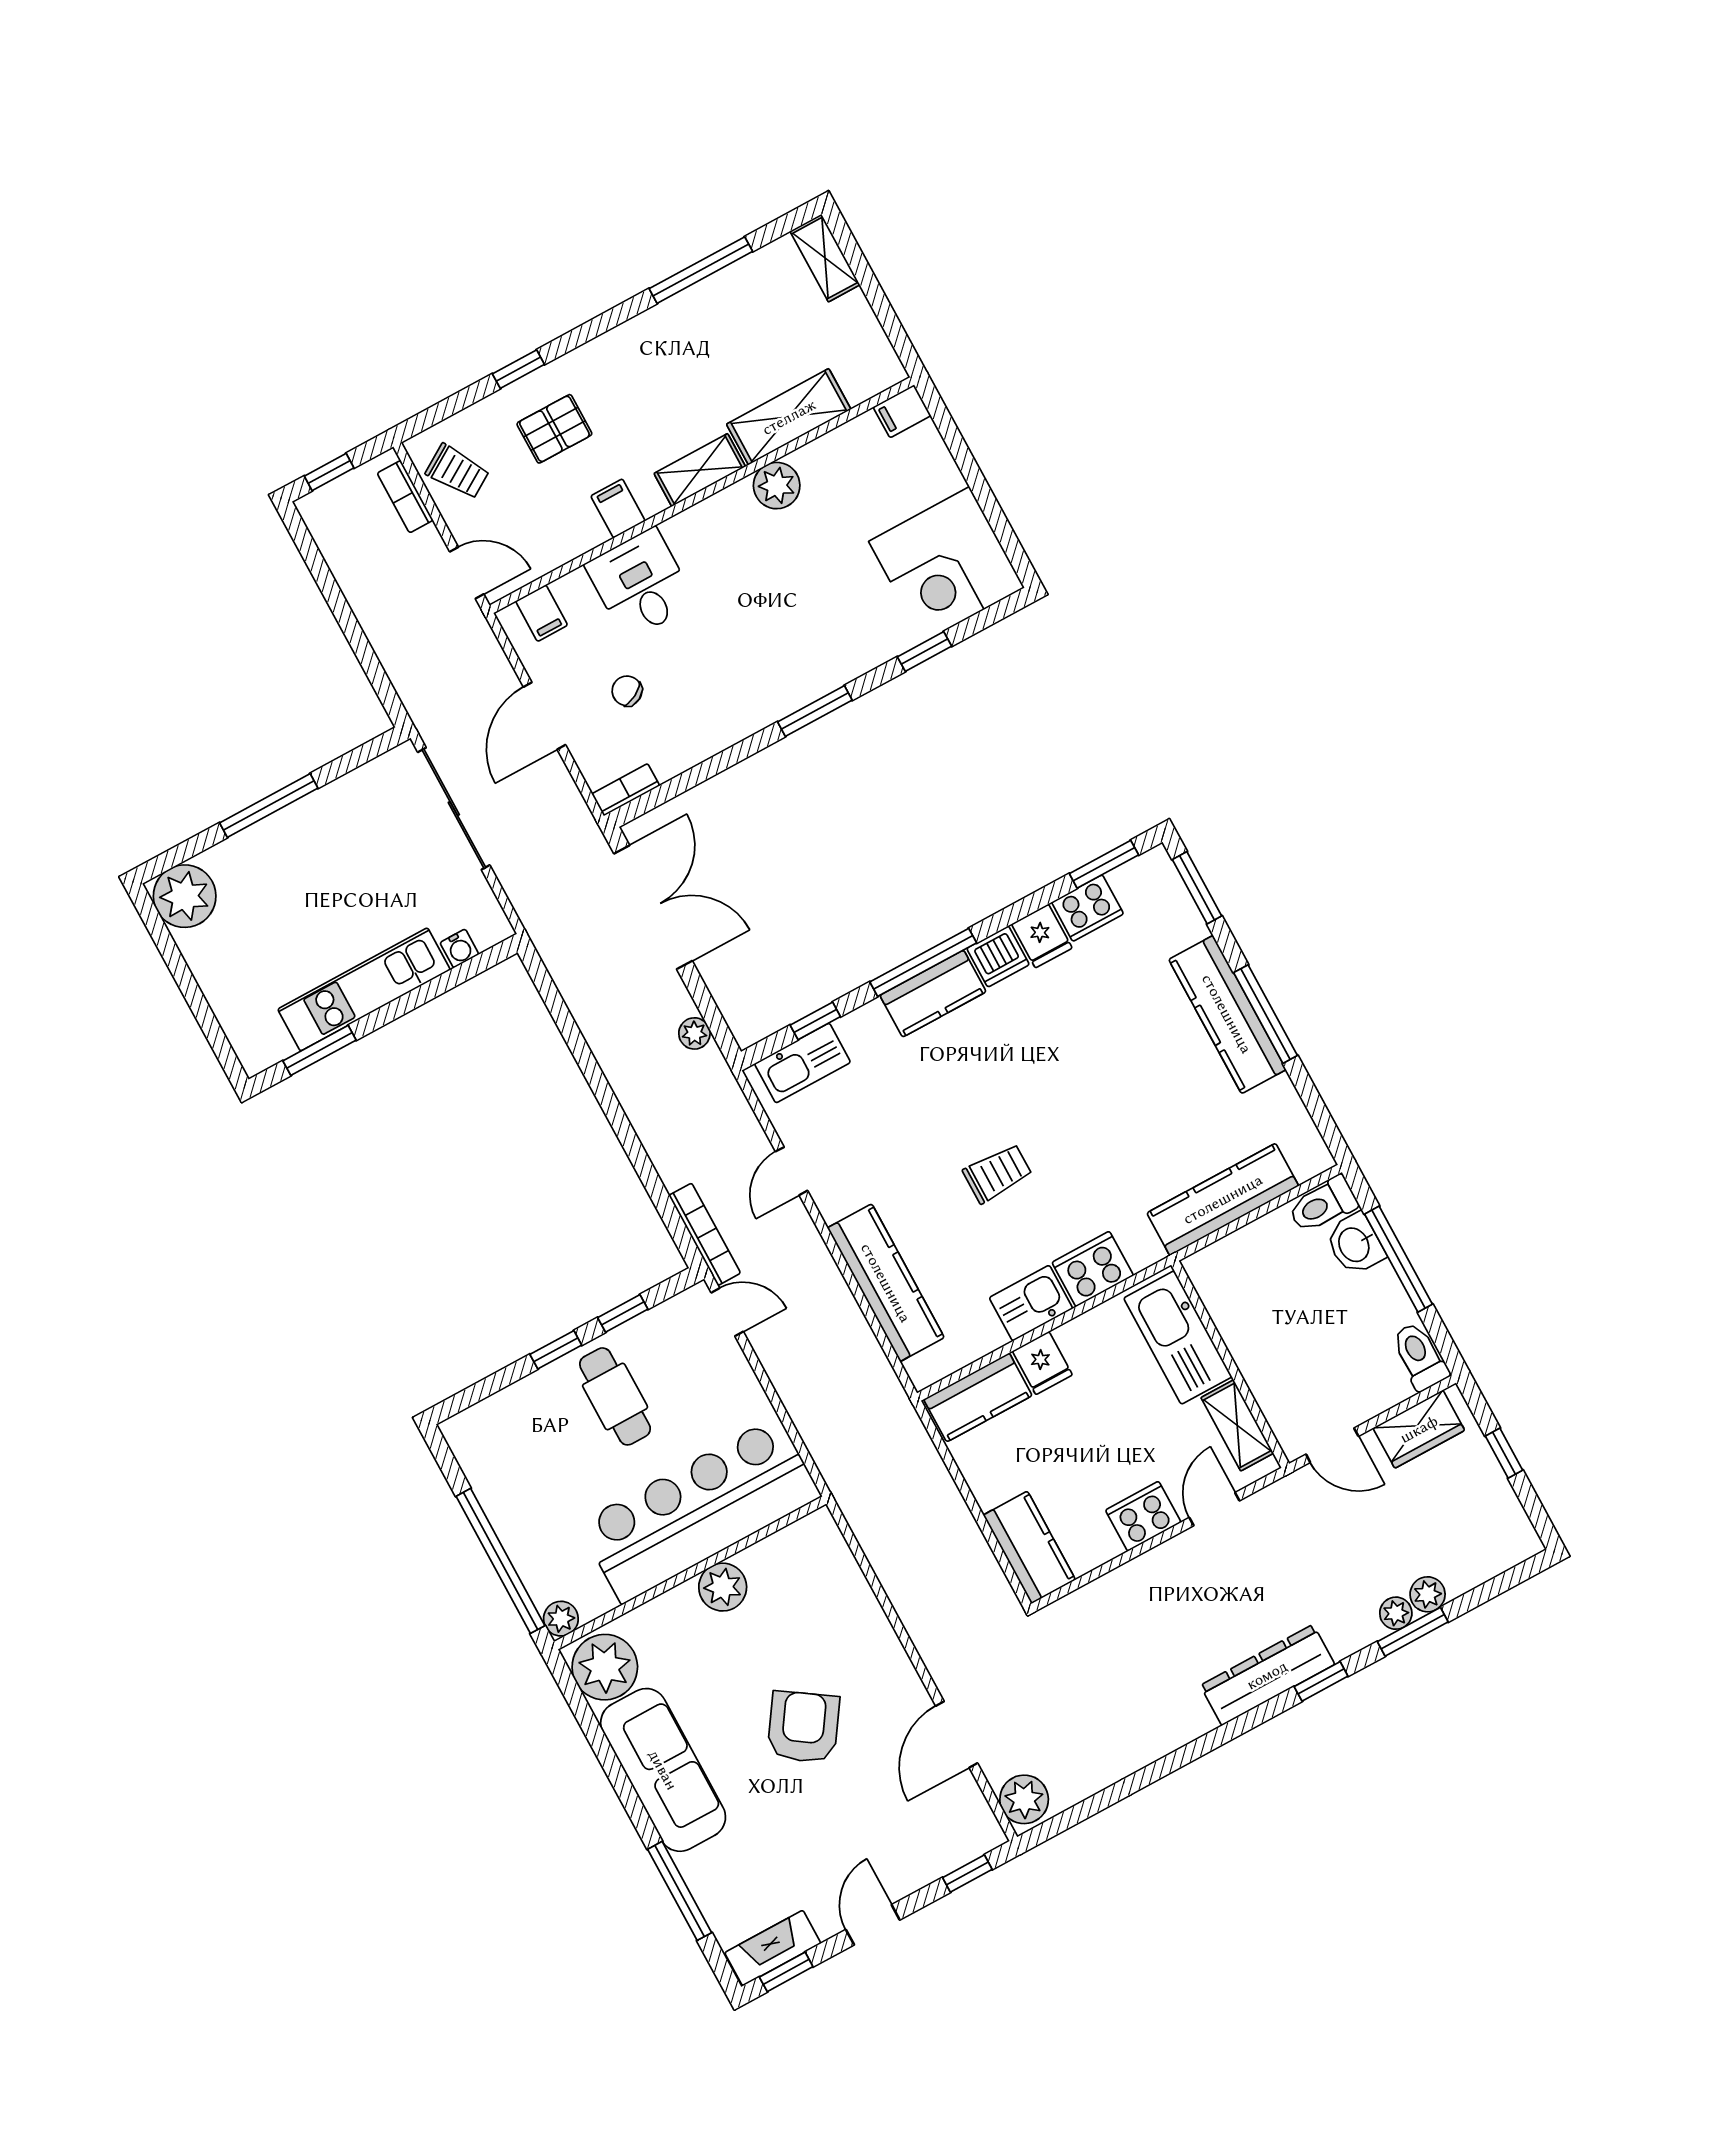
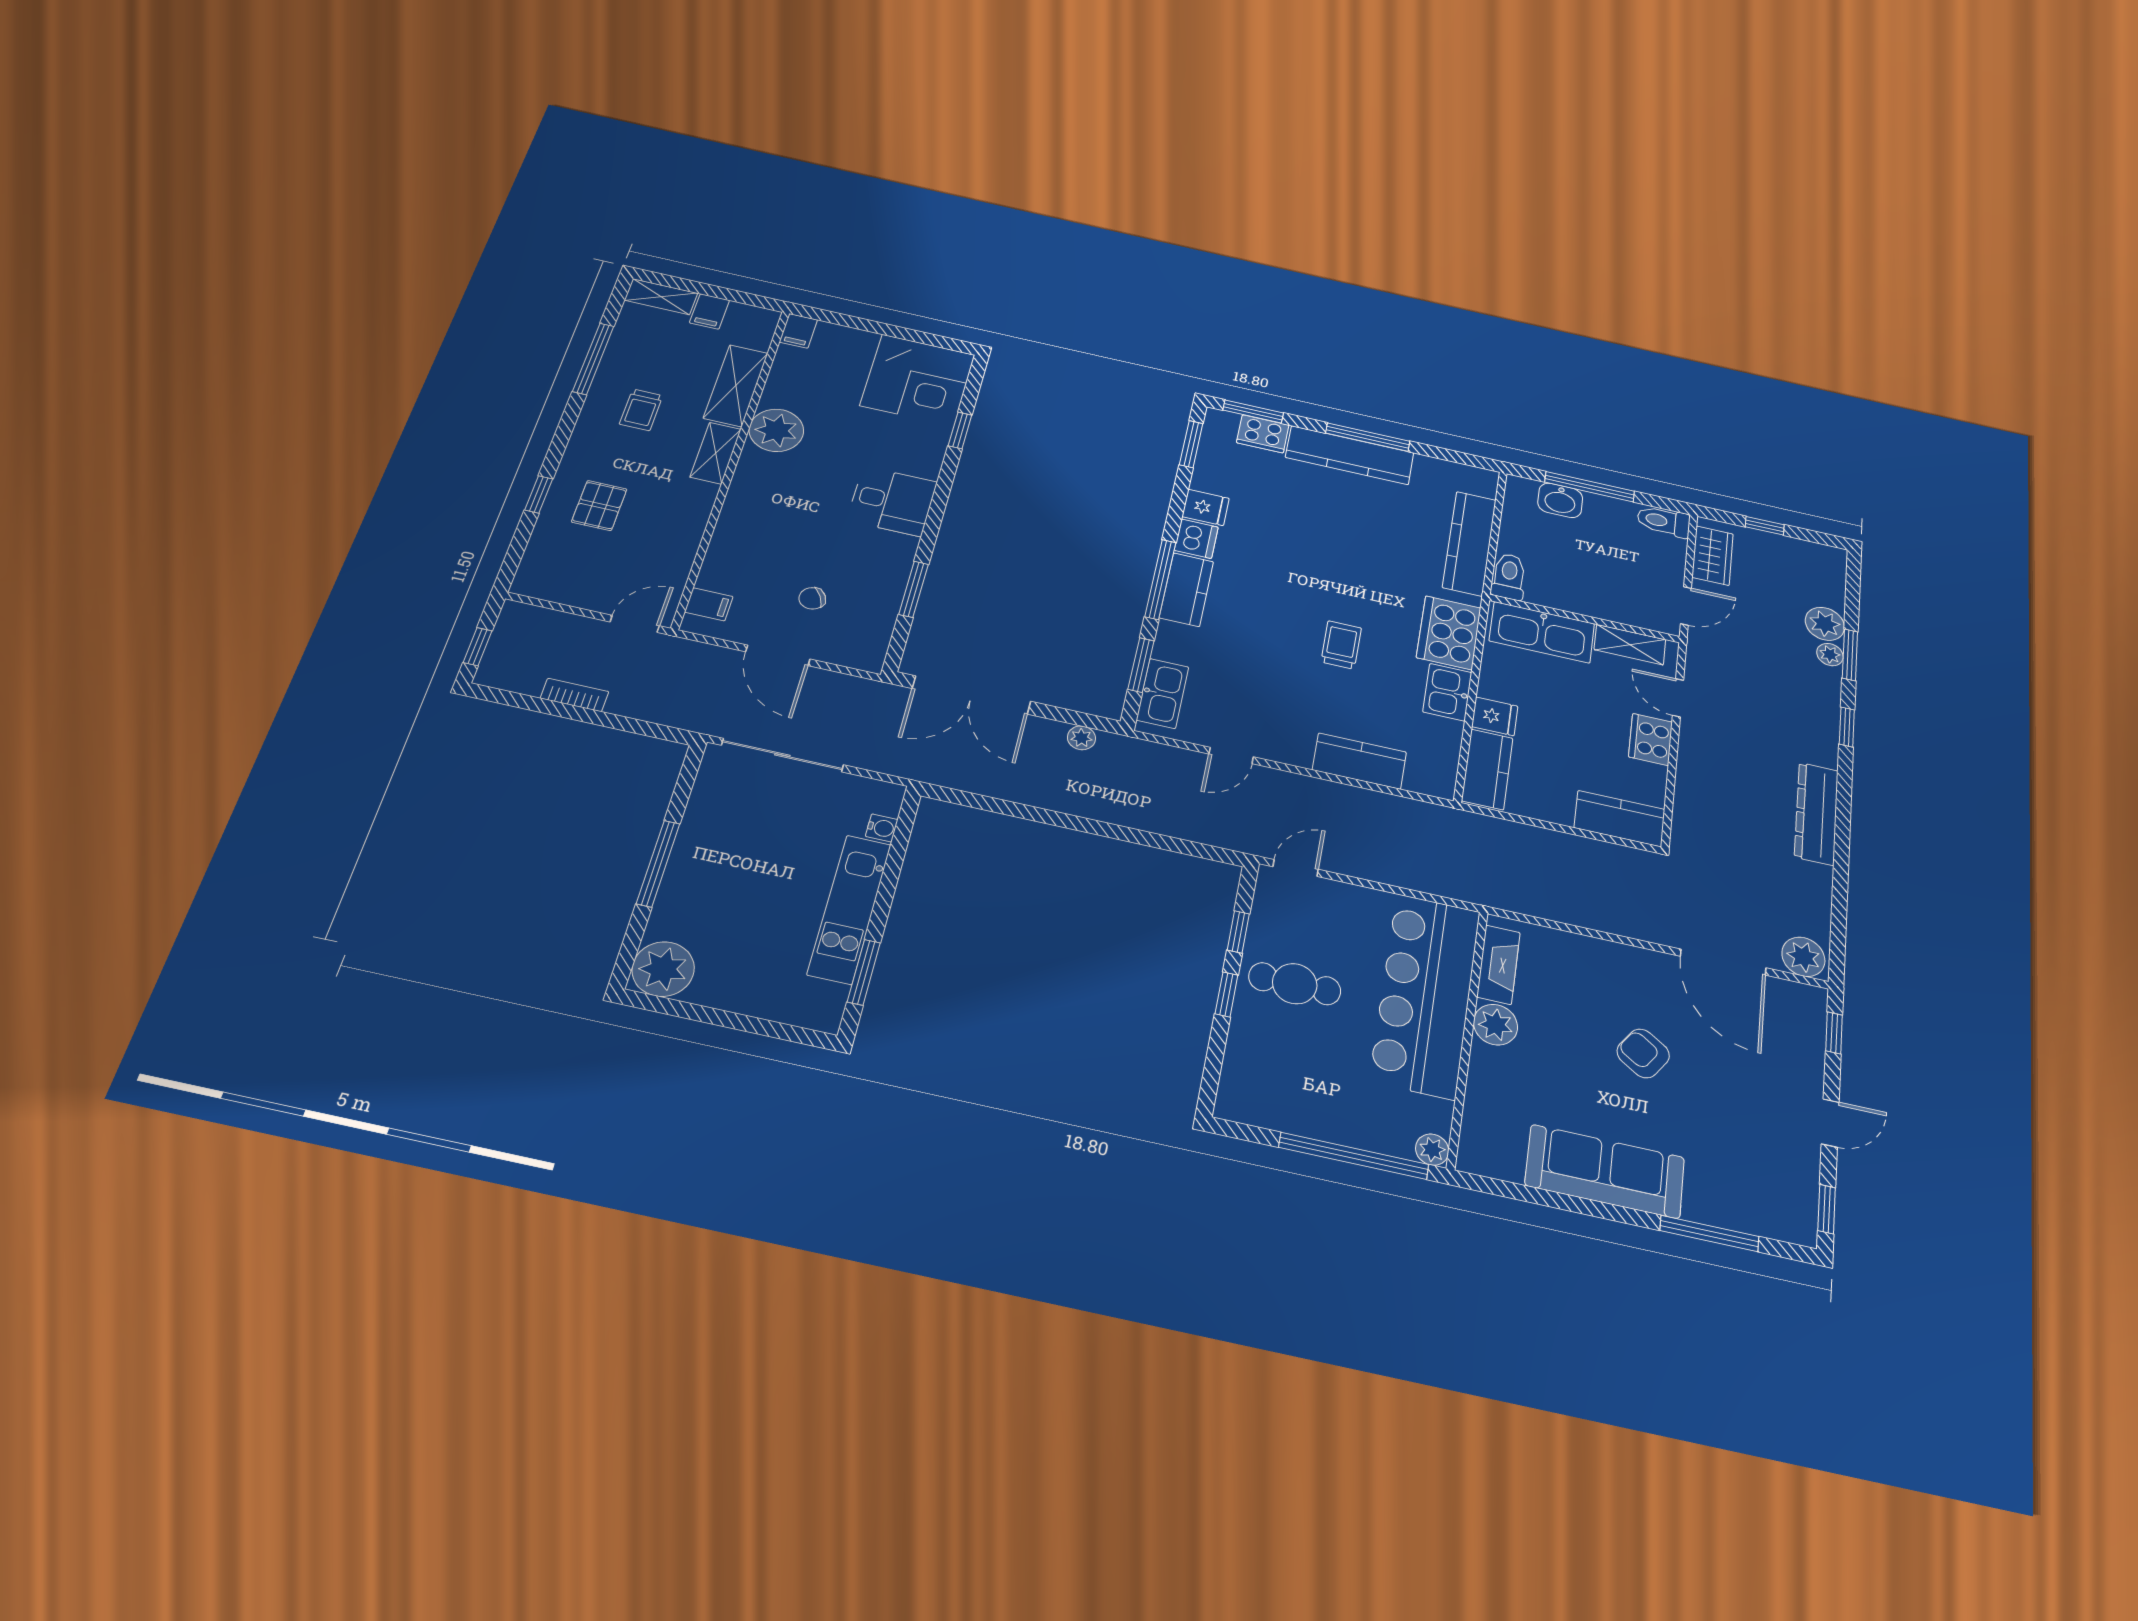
trolley: (457, 472) -> (641, 410), moved, turned 122
plant: (777, 486) -> (776, 430), width x1.36, depth x1.36
bookcase: (405, 497) -> (575, 695), moved, turned 180
filing cabinet: (618, 508) -> (710, 311), moved, turned -90
desk: (640, 584) -> (892, 501), moved, turned 180
window: (815, 711) -> (914, 589), moved
bookcase: (626, 790) -> (877, 649), removed
double door: (653, 907) -> (971, 695), swing flipped
cooker: (1088, 908) -> (1263, 434), moved, turned 90
window: (815, 1021) -> (1141, 665), width x1.50
door: (792, 1171) -> (1231, 755), hinge flipped
toilet: (1323, 1205) -> (1509, 577), moved, turned 180
bookcase: (705, 1234) -> (1228, 839), removed
cooker: (1093, 1269) -> (1449, 633), width x1.37, depth x1.31
kitchen counter: (886, 1283) -> (1359, 761), width x0.67
plant: (1428, 1594) -> (1825, 624), width x1.38, depth x1.38
plant: (605, 1667) -> (1494, 1149), removed
dresser: (1267, 1675) -> (1816, 814), moved
armchair: (803, 1727) -> (1643, 1053), width x0.72, depth x0.72
door: (957, 1734) -> (1723, 962), width x1.36
door: (873, 1925) -> (1830, 1123), swing flipped
fireplace: (773, 1948) -> (1498, 965), moved, turned 180

